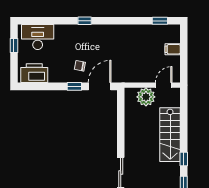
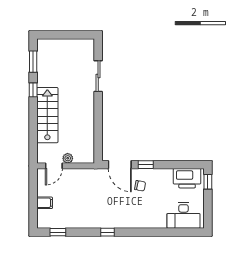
window: (85, 21) -> (107, 232), moved
window: (14, 46) -> (208, 182), moved
door: (100, 86) -> (120, 165), hinge flipped
plant: (146, 97) -> (68, 158), width x0.53, depth x0.53

